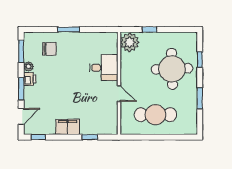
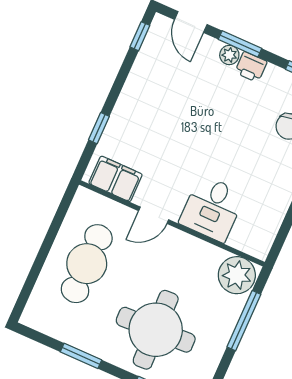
window: (149, 30) -> (244, 321), width x2.17
plant: (29, 66) -> (229, 55), moved
filing cabinet: (68, 127) -> (115, 179), moved, turned -90

